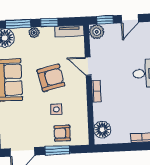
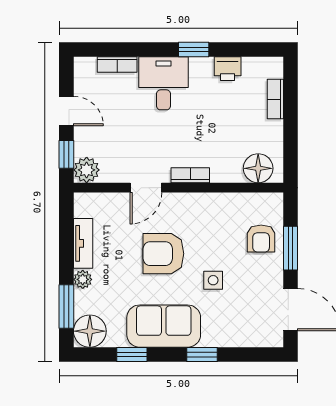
window: (49, 22) -> (66, 252), removed
tv unit: (69, 31) -> (83, 243), moved
armchair: (51, 78) -> (163, 254), turned -77
side table: (56, 109) -> (213, 280), moved

